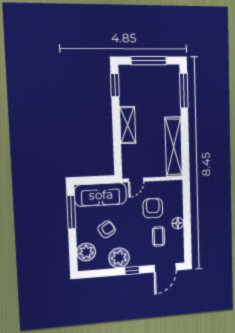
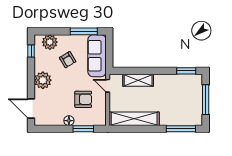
shelving: (128, 125) -> (138, 80), moved
window: (187, 206) -> (83, 129), added
coffee table: (159, 236) -> (59, 104), removed
plant: (119, 258) -> (43, 80), moved
window: (132, 270) -> (31, 51), moved

